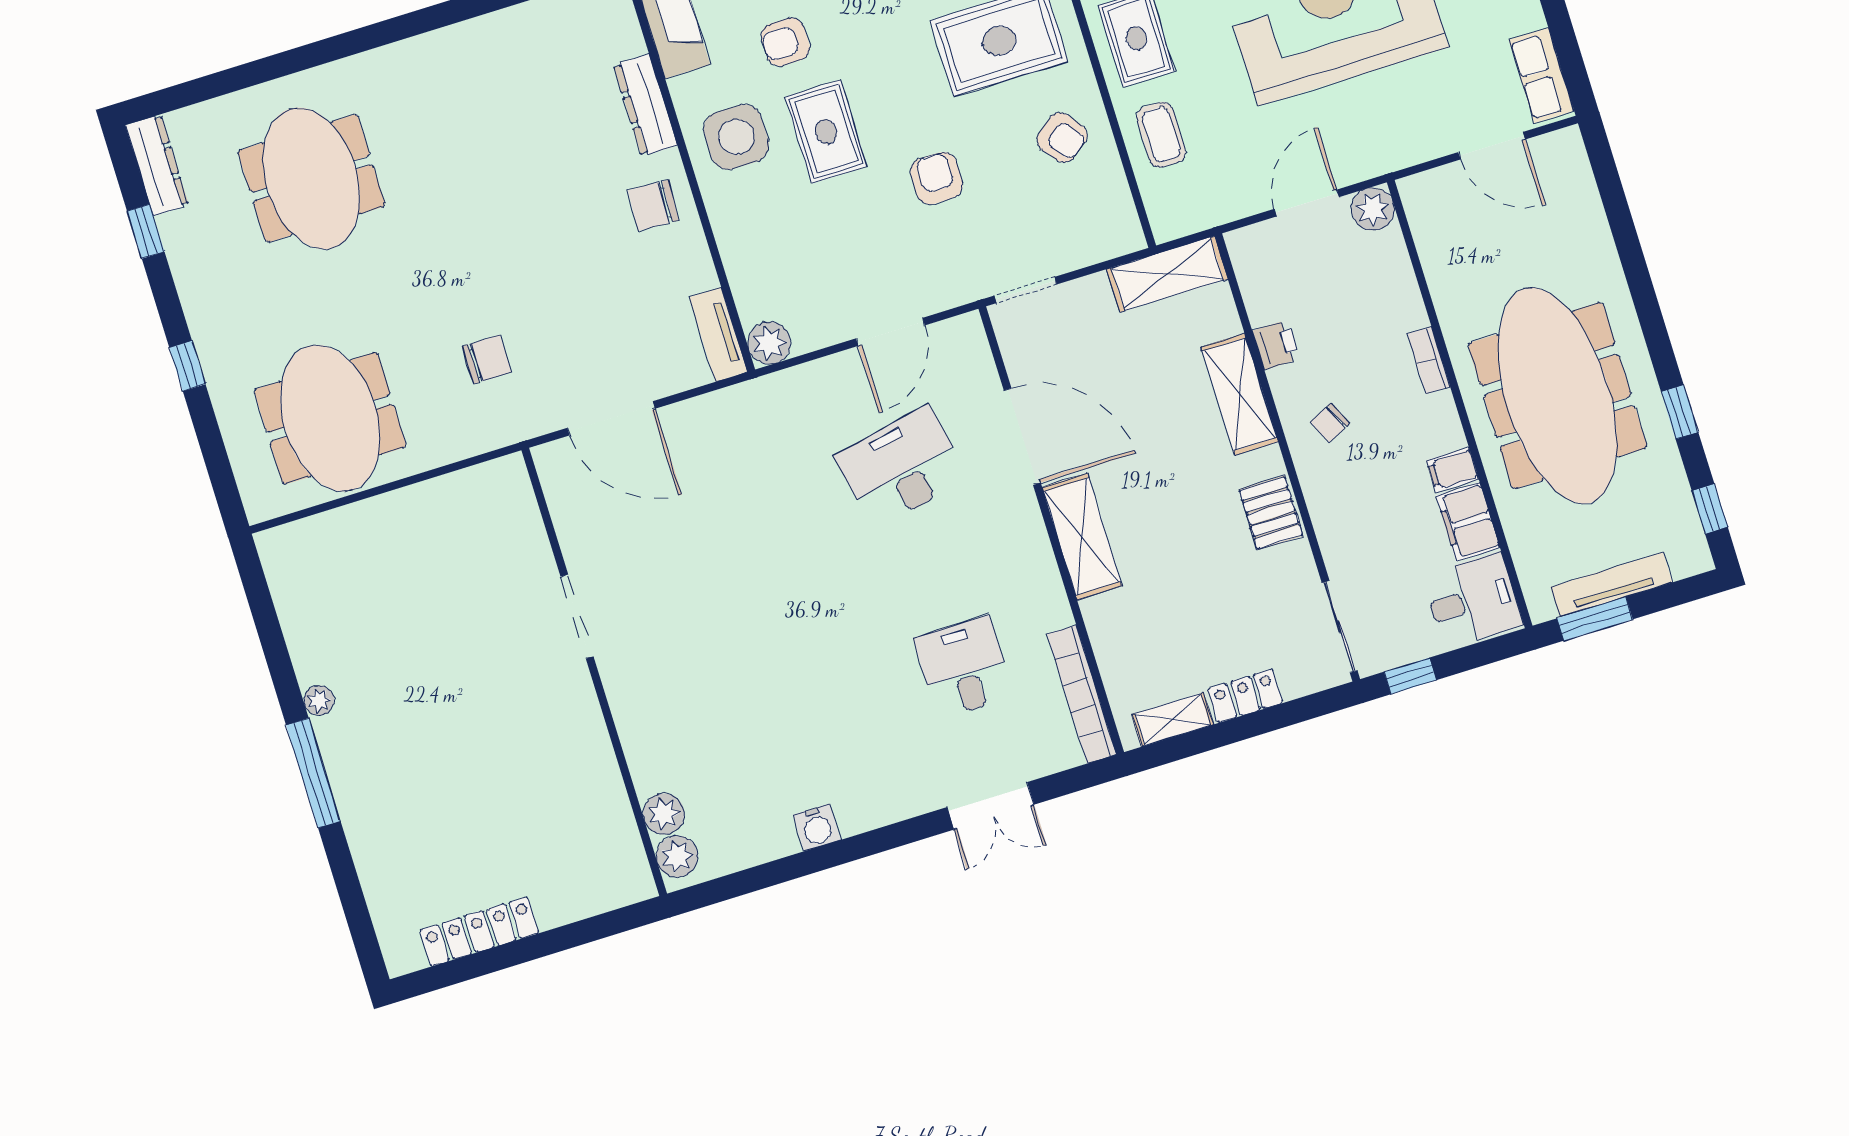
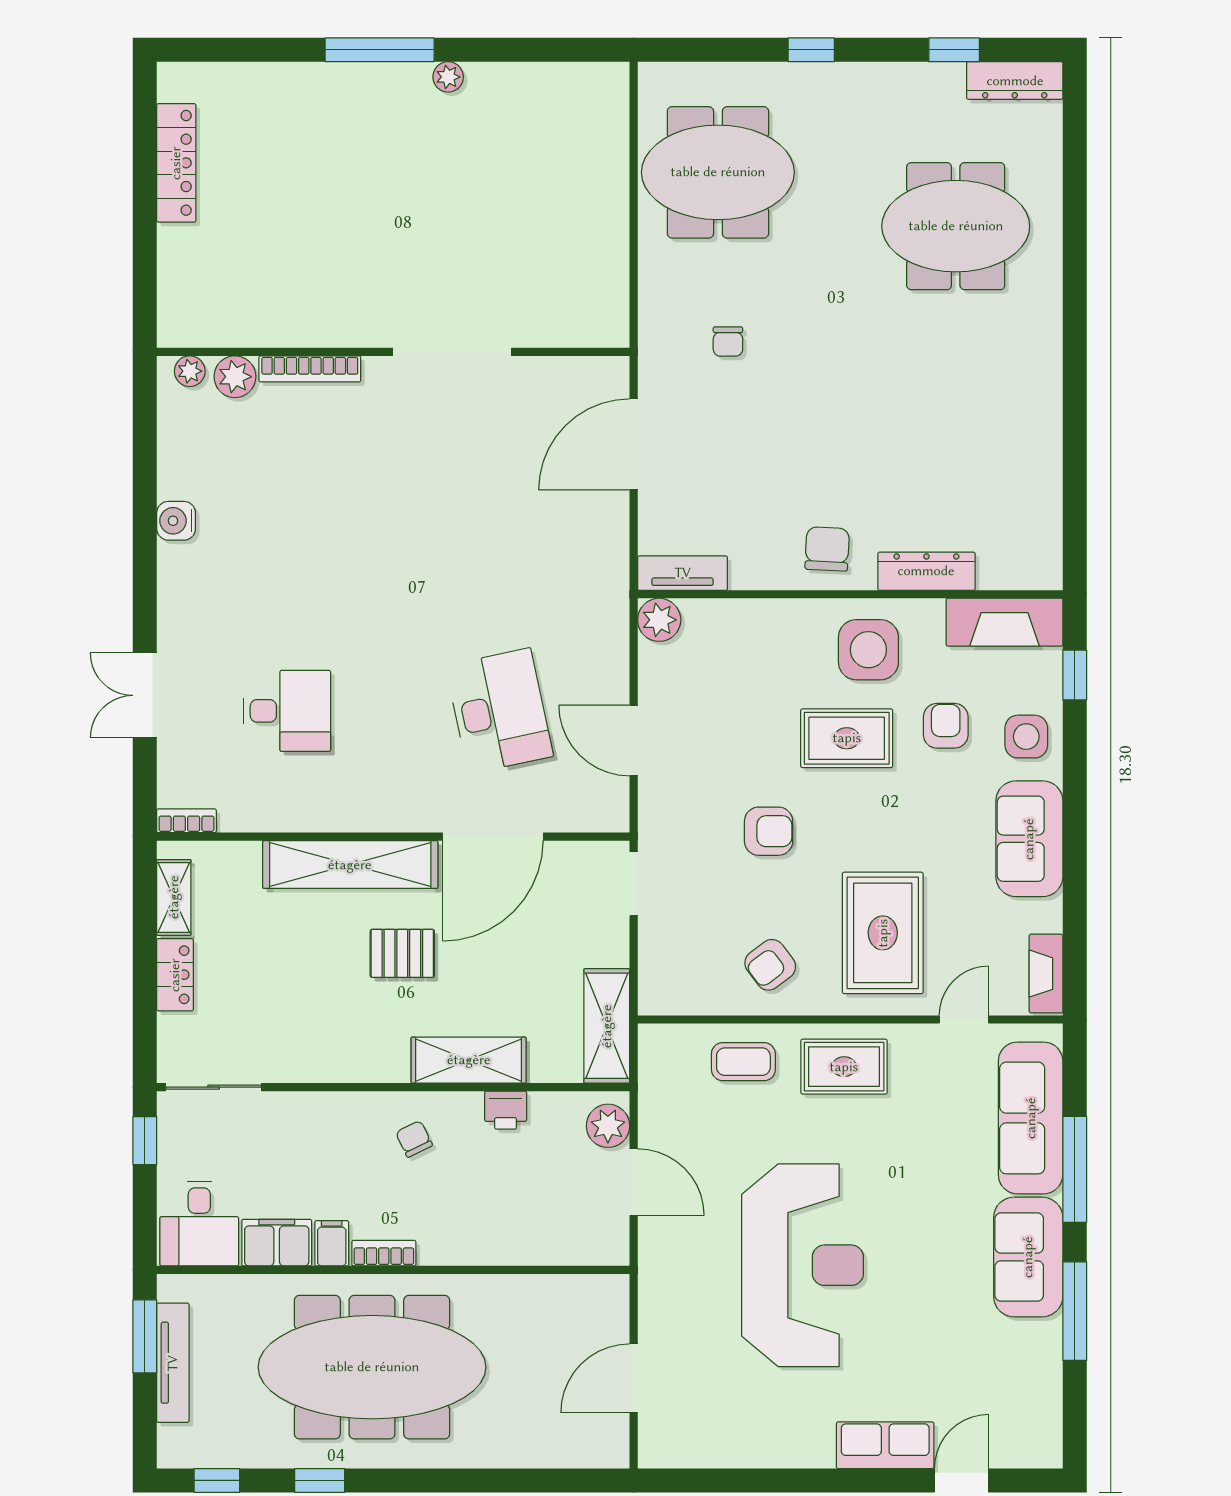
row of seats: (1541, 75) -> (687, 1447), removed
plant: (1373, 209) -> (608, 1126), moved
chair: (487, 359) -> (728, 341), width x0.73, depth x0.73
bookcase: (1429, 360) -> (384, 1253), moved
pallet: (1271, 513) -> (402, 953), moved
shelving: (1082, 537) -> (350, 865), width x1.47
doorway: (577, 616) -> (452, 352), width x1.36
bookcase: (1082, 694) -> (186, 821), width x0.43, depth x0.76
bookcase: (634, 746) -> (310, 369), added
plant: (677, 856) -> (190, 371), width x0.73, depth x0.73

